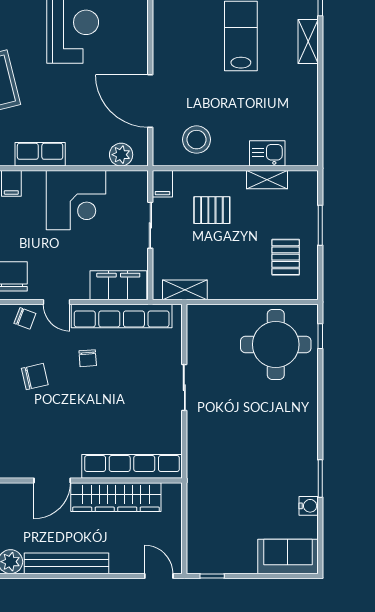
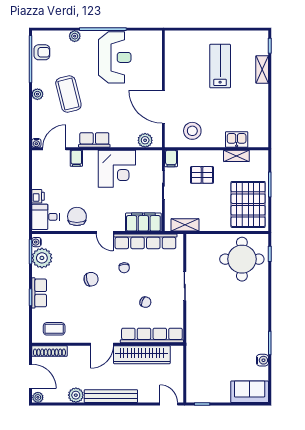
pallet: (286, 257) -> (248, 204), width x2.05, depth x2.00
chair: (25, 318) -> (145, 302), moved

